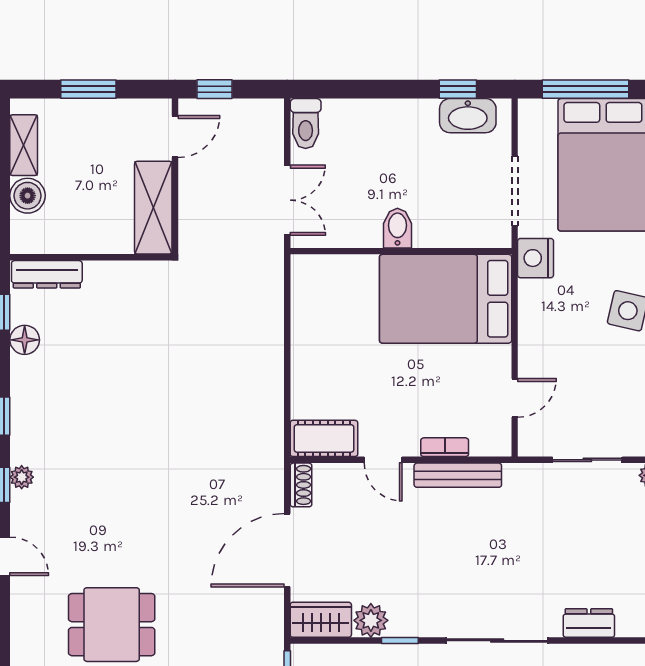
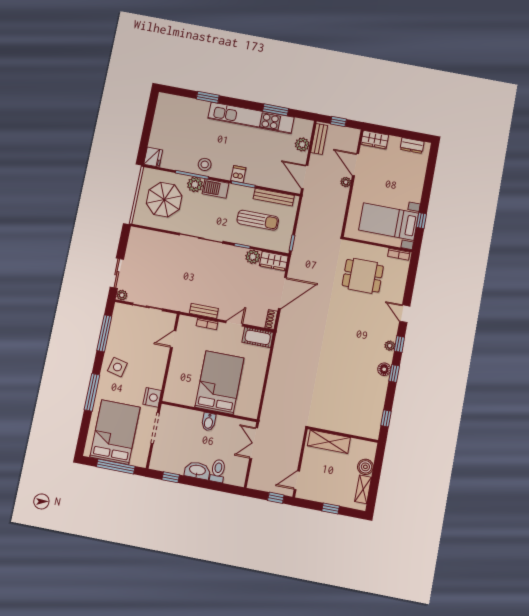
window: (88, 89) -> (331, 509), width x0.67
washbasin: (468, 116) -> (197, 470), moved
toilet: (306, 124) -> (218, 471), moved
shelving: (153, 208) -> (329, 442), moved, turned 90
dresser: (47, 274) -> (363, 431), removed
bed: (446, 299) -> (219, 383), moved, turned -90
floor lamp: (25, 340) -> (384, 369), moved
door: (383, 460) -> (234, 323), hinge flipped
bench: (458, 475) -> (204, 311), width x0.73
dresser: (589, 623) -> (161, 238), removed

